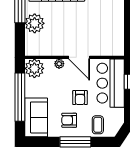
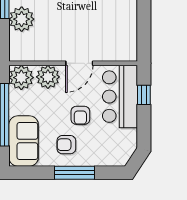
door: (79, 57) -> (79, 63), hinge flipped
plant: (59, 64) -> (48, 77), width x1.87, depth x1.87
coffee table: (98, 125) -> (103, 151), removed

